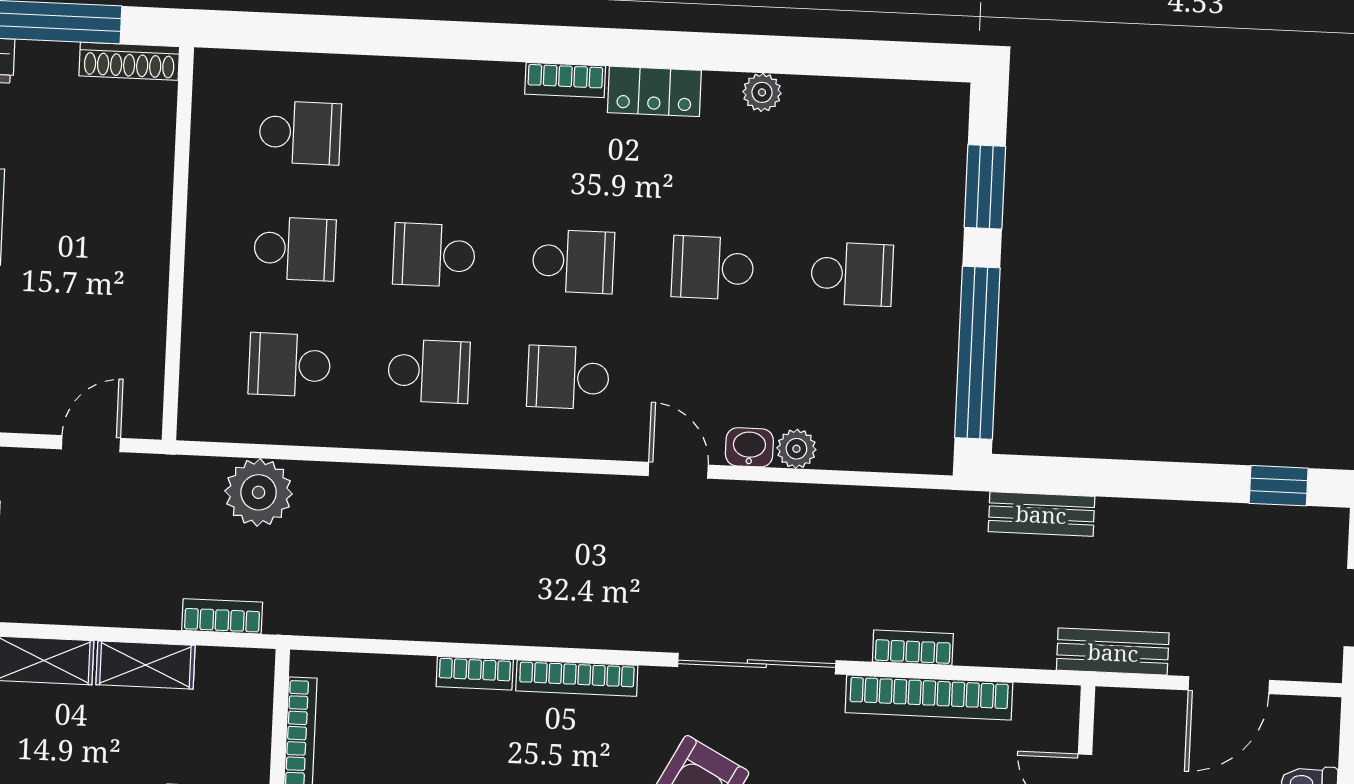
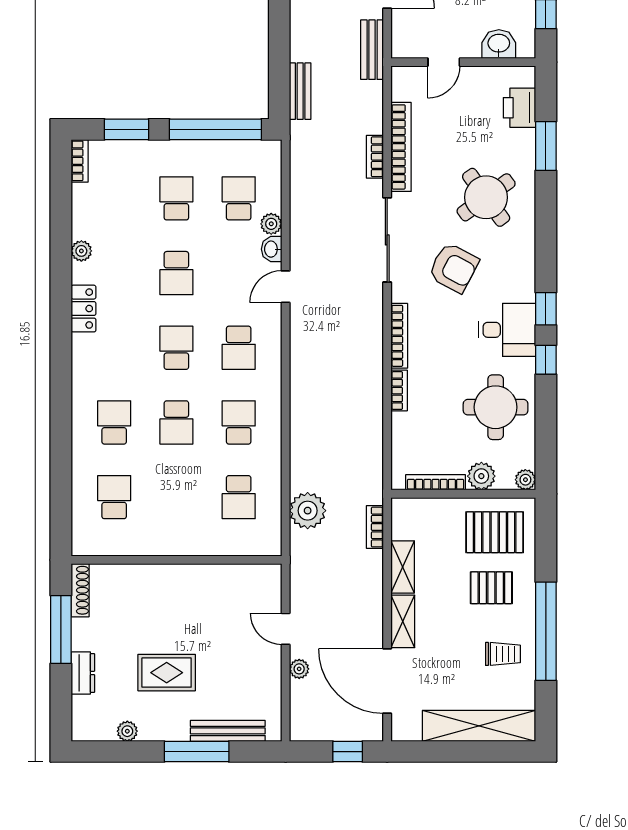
bookcase: (565, 80) -> (80, 161), moved
school desk: (295, 249) -> (114, 422), moved
school desk: (847, 390) -> (239, 198), added
door: (91, 444) -> (286, 629), moved

